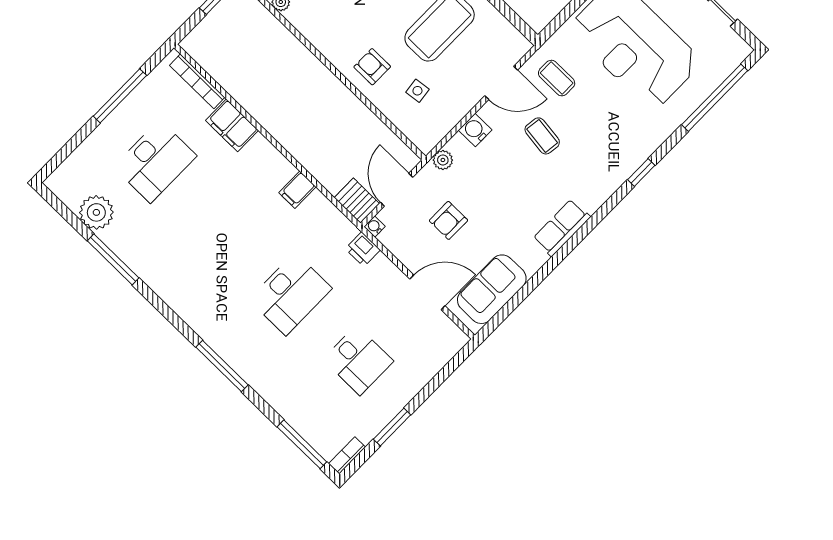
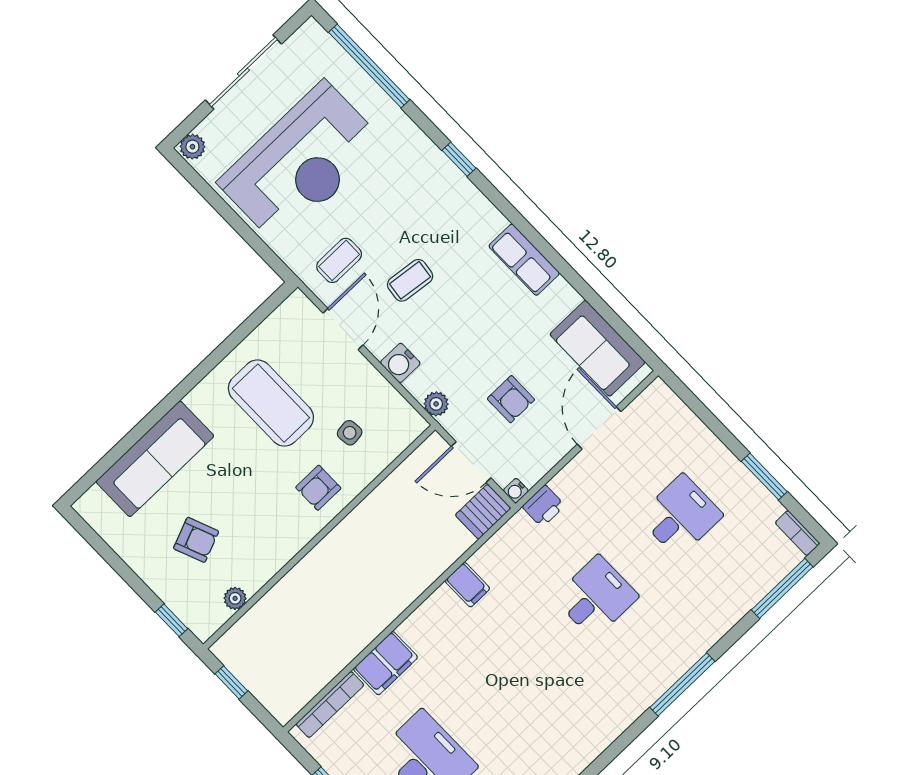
desk: (290, 294) -> (596, 597), width x0.73

